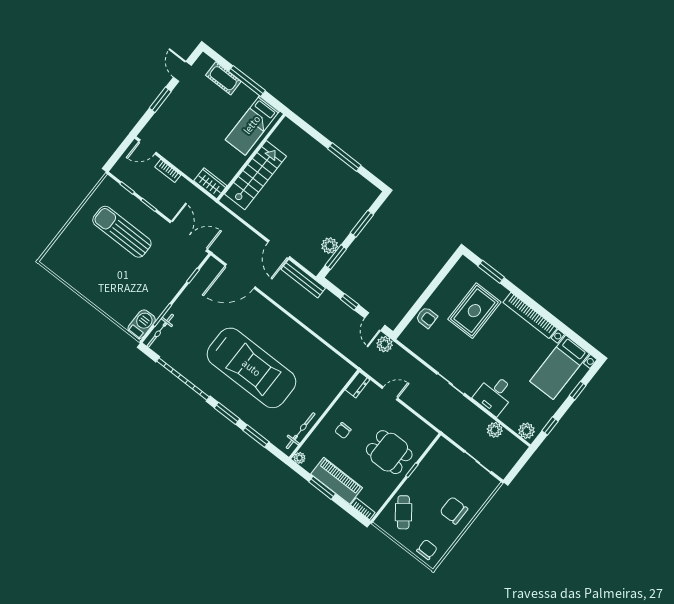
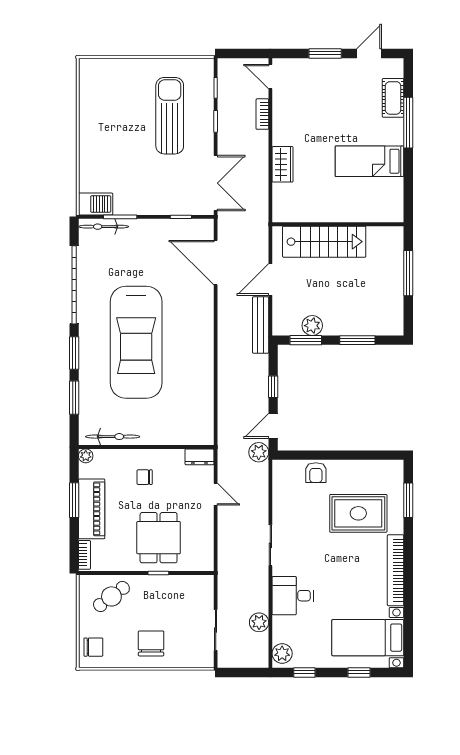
wall: (251, 157) -> (338, 224), moved
stairs: (255, 175) -> (324, 242), moved

